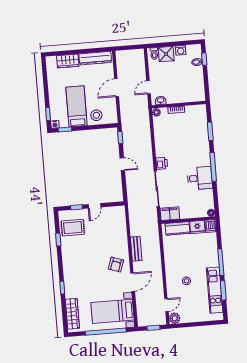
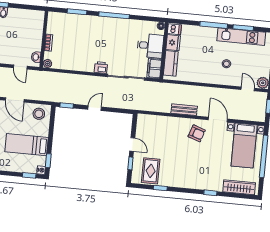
stool: (96, 115) -> (39, 114), moved
desk: (200, 178) -> (150, 46), moved, turned 90

